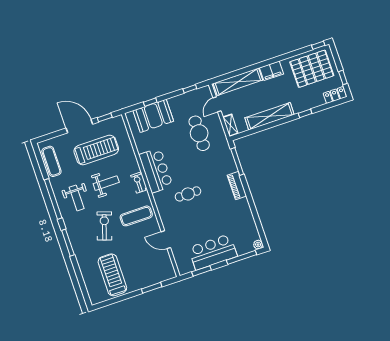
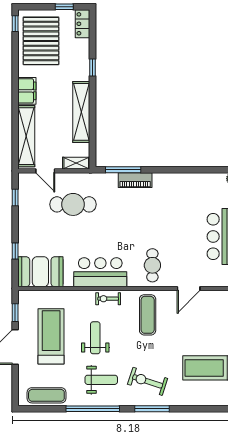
booth: (153, 116) -> (40, 272), moved, turned 90
piano: (237, 186) -> (135, 180), moved
cafe table: (188, 194) -> (152, 265), moved
exercise bike: (104, 226) -> (148, 381), moved

